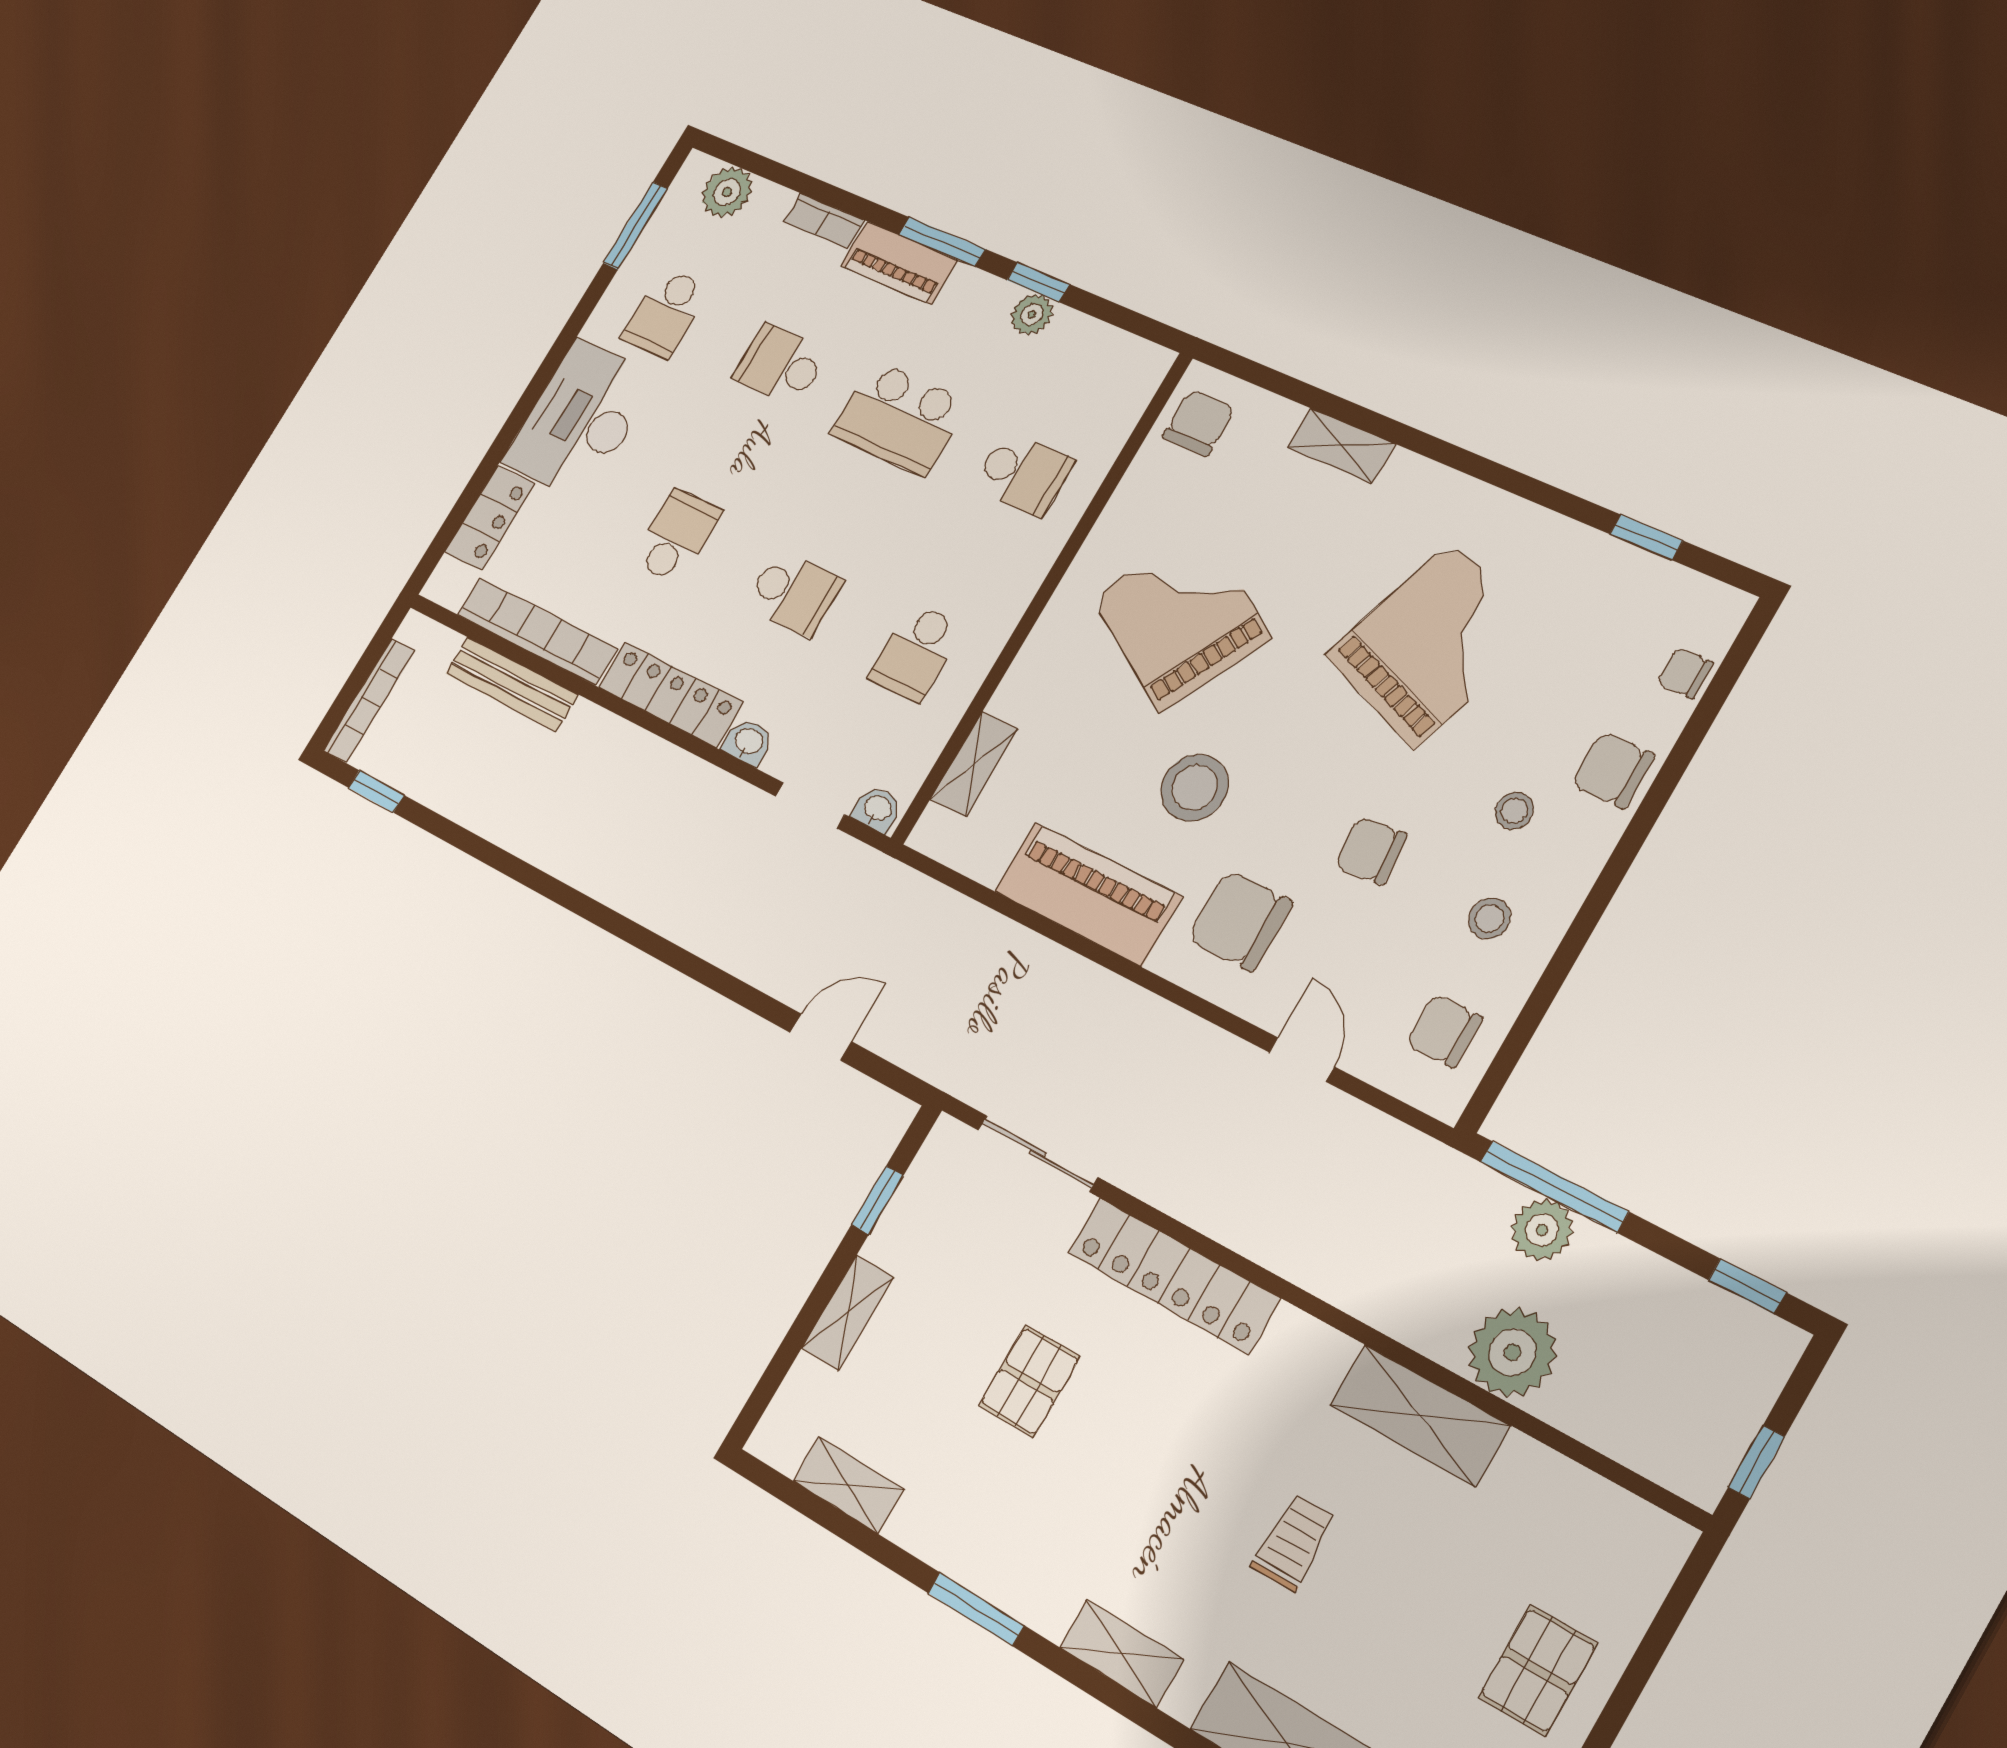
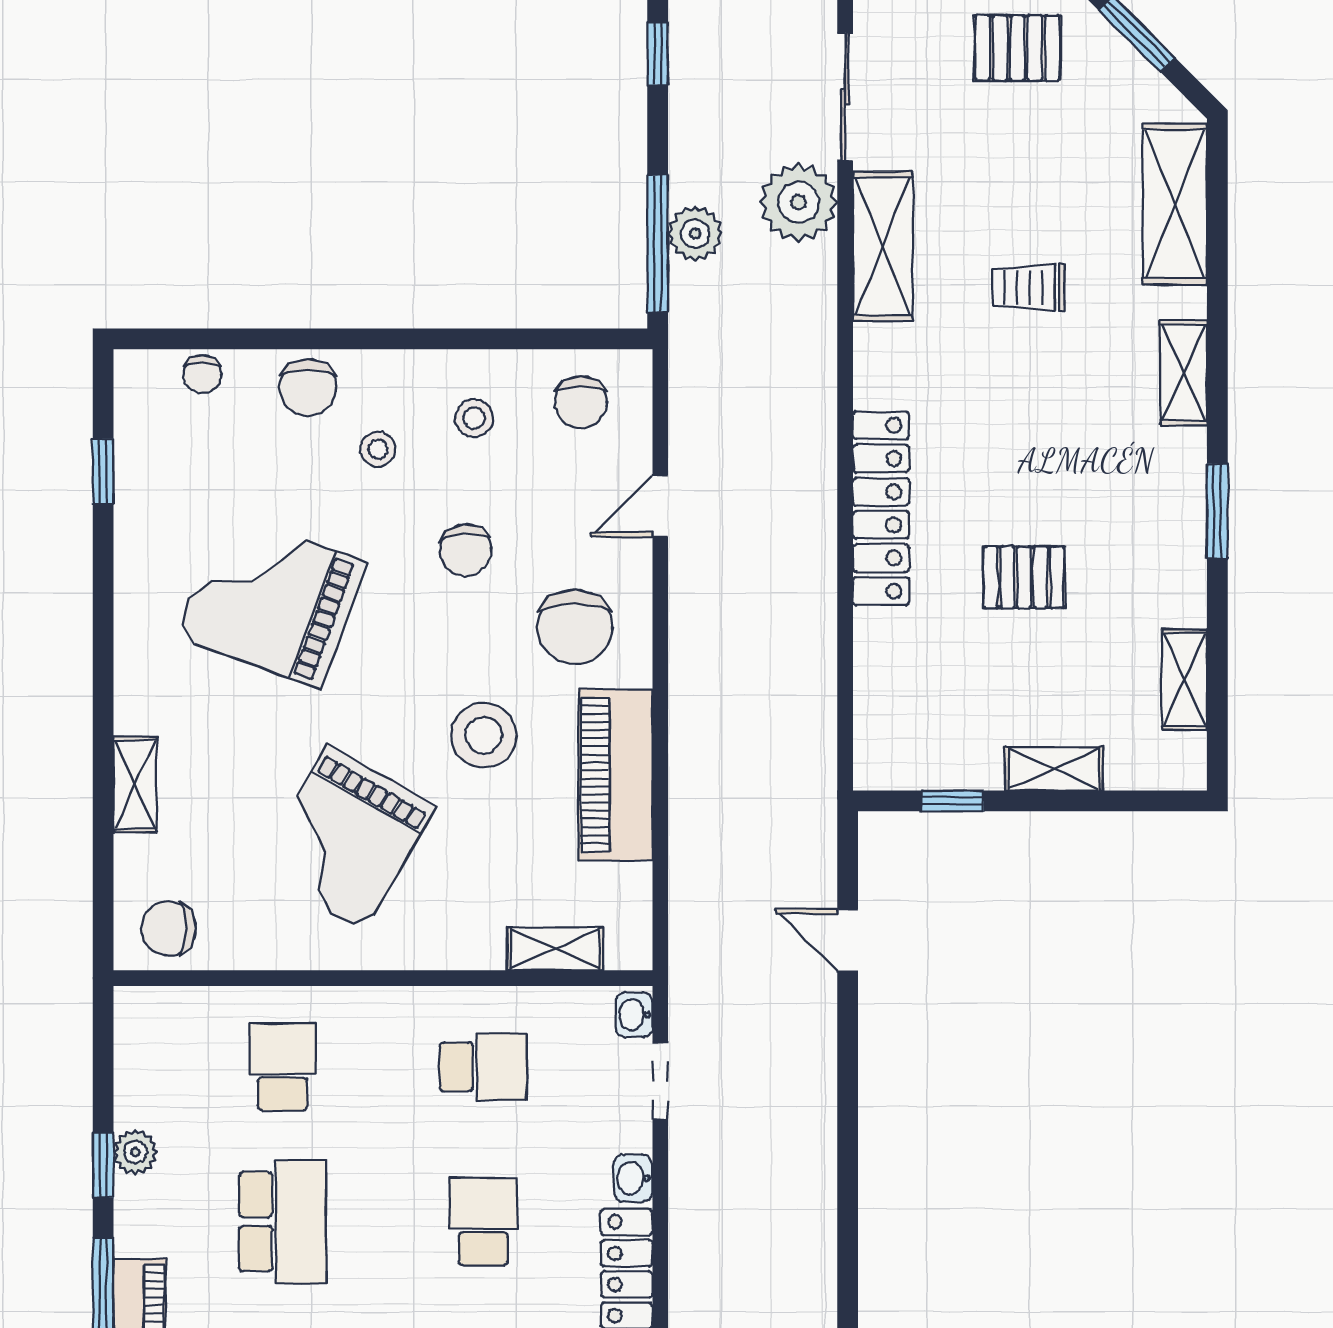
sliding door: (1038, 1154) -> (845, 97), moved

